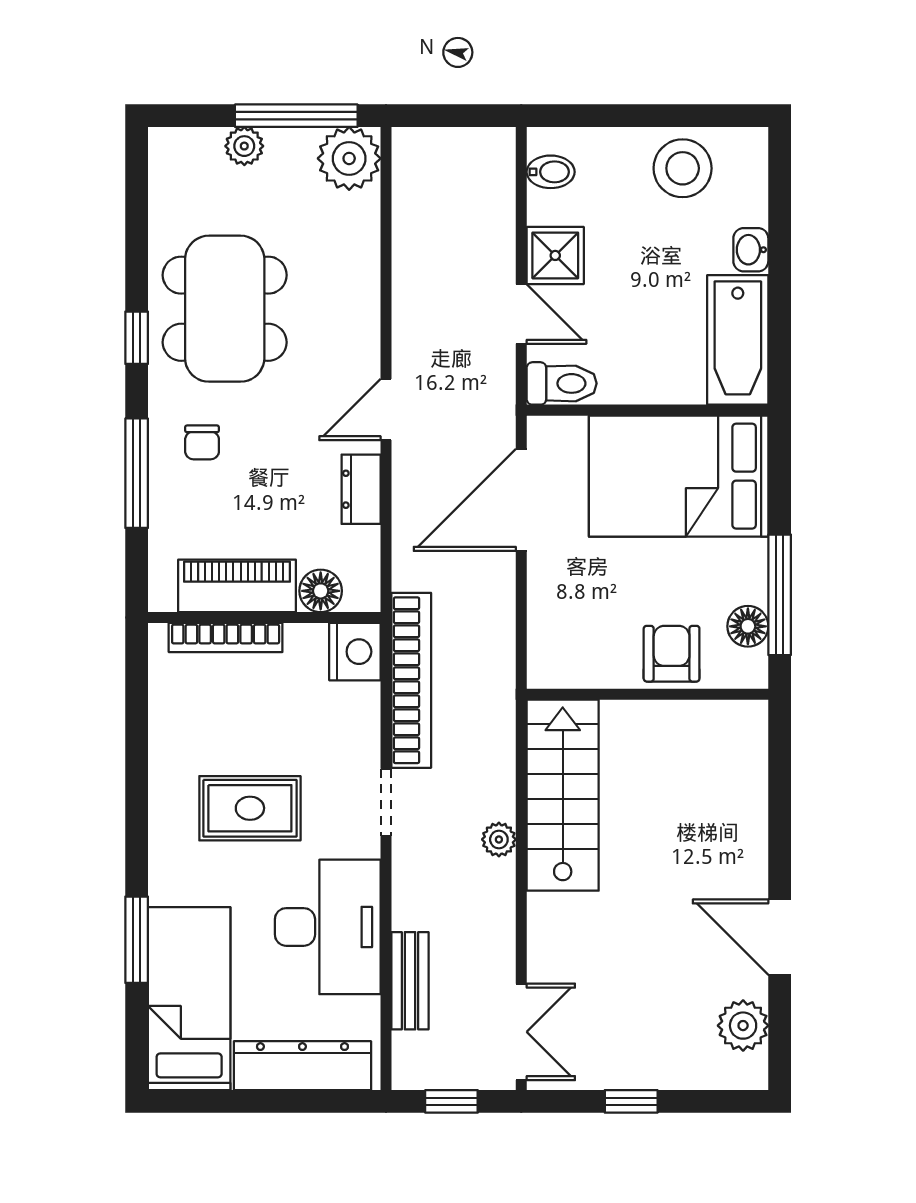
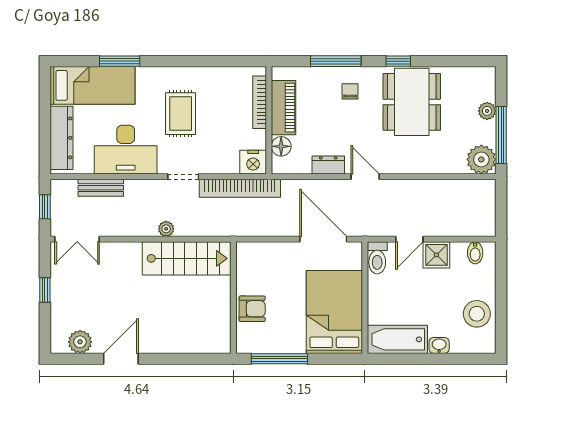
dining table: (225, 309) -> (412, 102), turned 90
chair: (202, 442) -> (350, 91), turned 90
floor lamp: (748, 626) -> (265, 344), removed

